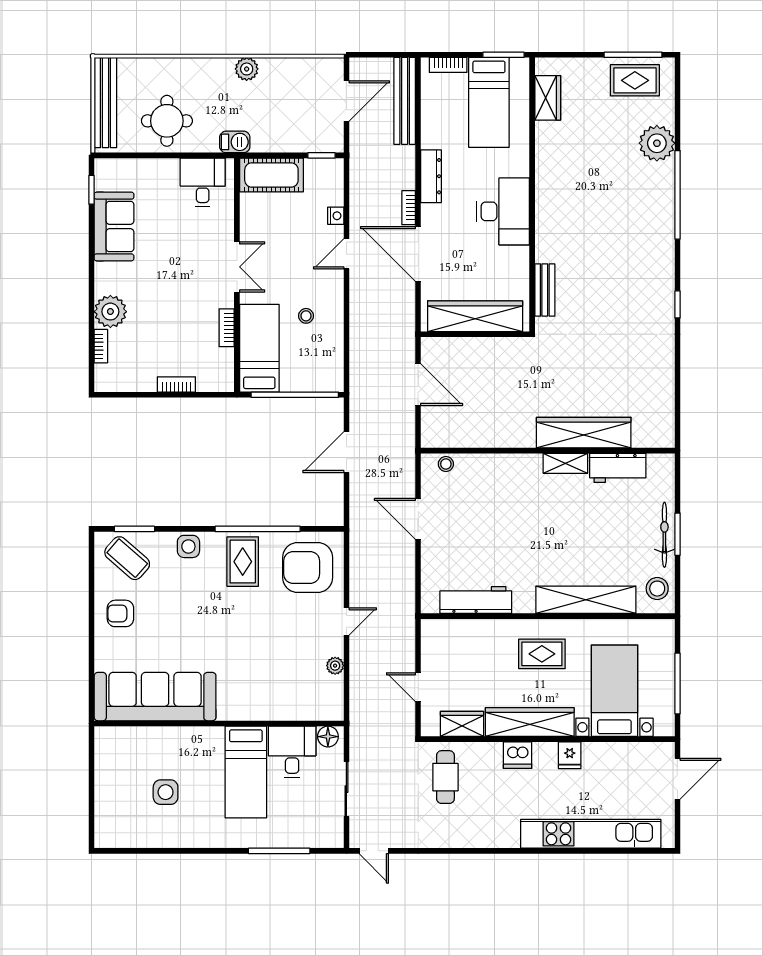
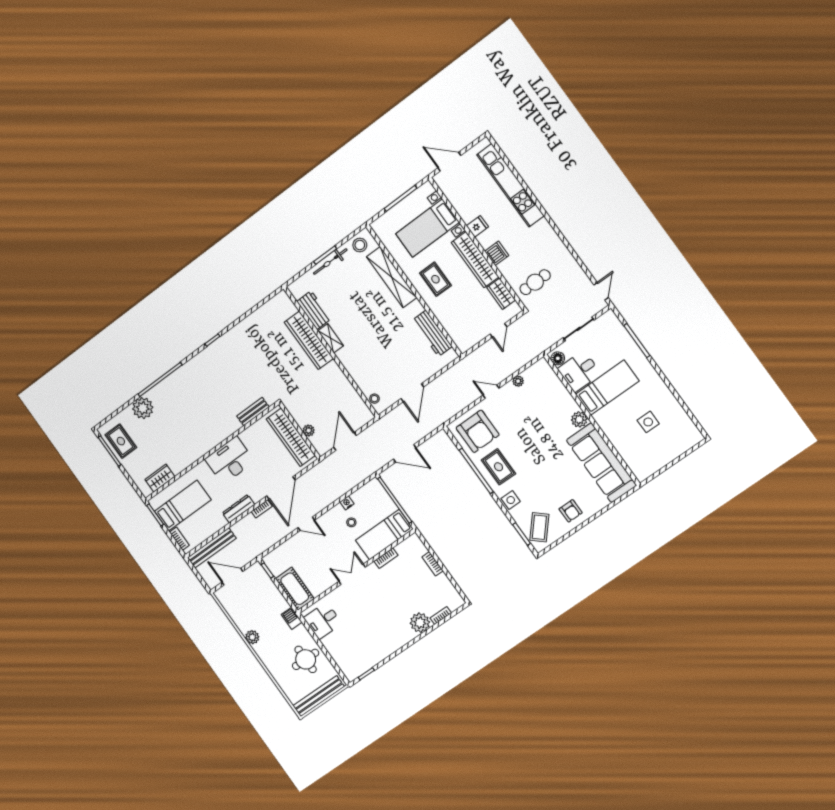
nightstand: (336, 216) -> (347, 503), moved
sofa: (114, 227) -> (376, 650), removed
plant: (467, 347) -> (309, 431), added
rug: (243, 562) -> (498, 467), turned 90
plant: (230, 708) -> (579, 419), added

